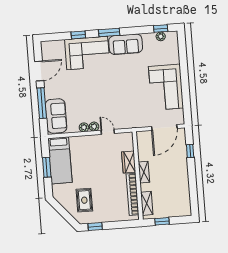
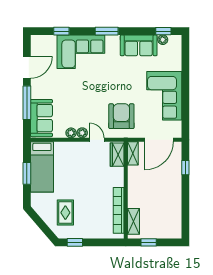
window: (78, 35) -> (61, 31), moved
sofa: (126, 44) -> (139, 45), moved
armchair: (128, 109) -> (121, 116), added
wardrobe: (129, 162) -> (117, 155), moved
shelving: (144, 172) -> (133, 153), moved

